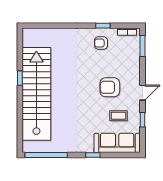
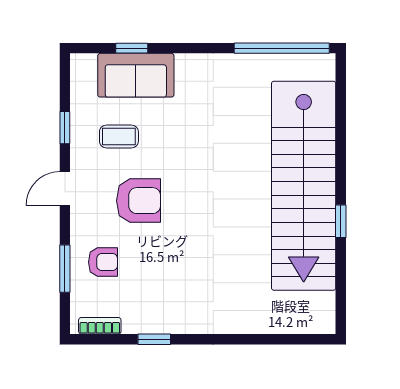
armchair: (101, 43) -> (103, 262), moved
window: (143, 46) -> (65, 269), moved
sofa: (117, 143) -> (136, 75), width x0.73
window: (93, 155) -> (132, 48), moved

